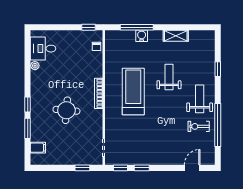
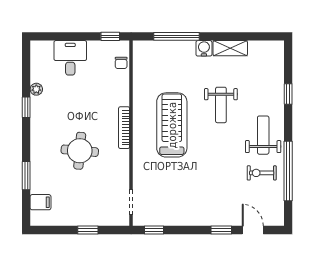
water cooler: (142, 36) -> (204, 48), moved
desk: (43, 49) -> (70, 58), moved, turned 90
weight bench: (169, 77) -> (221, 105), turned 180
window: (28, 104) -> (26, 107), moved
window: (82, 168) -> (88, 230), moved
window: (142, 168) -> (221, 230), moved
door: (192, 168) -> (253, 230), hinge flipped

